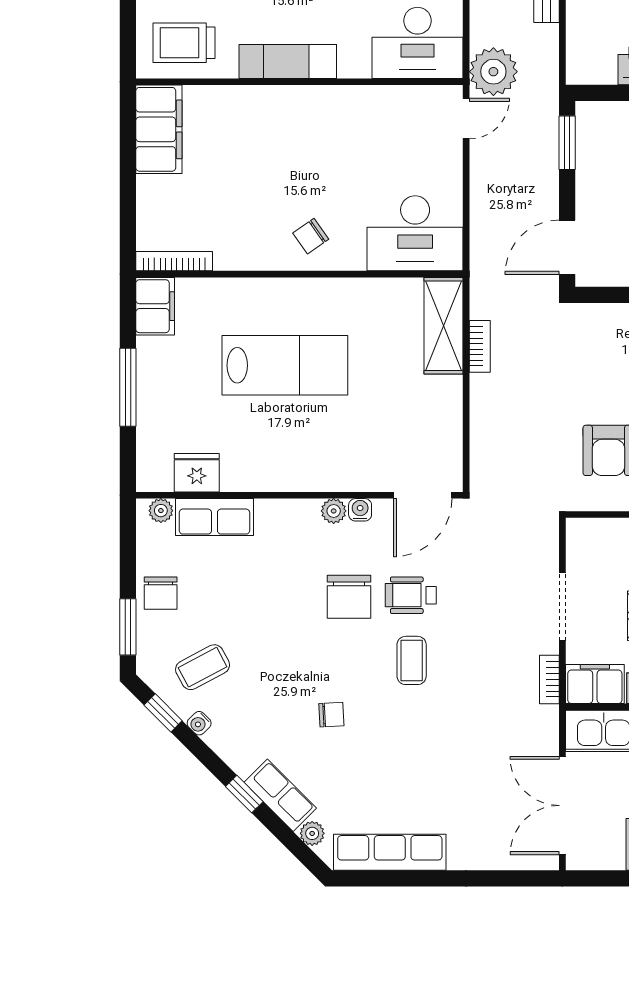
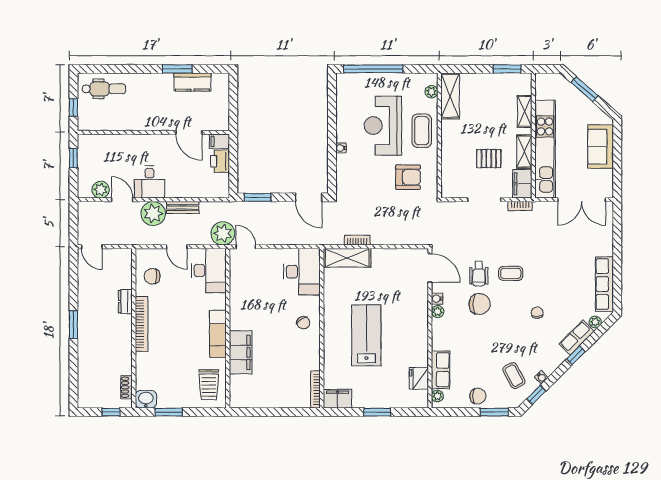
filing cabinet: (159, 129) -> (241, 352), moved, turned 90
window: (128, 387) -> (377, 412), width x0.69

